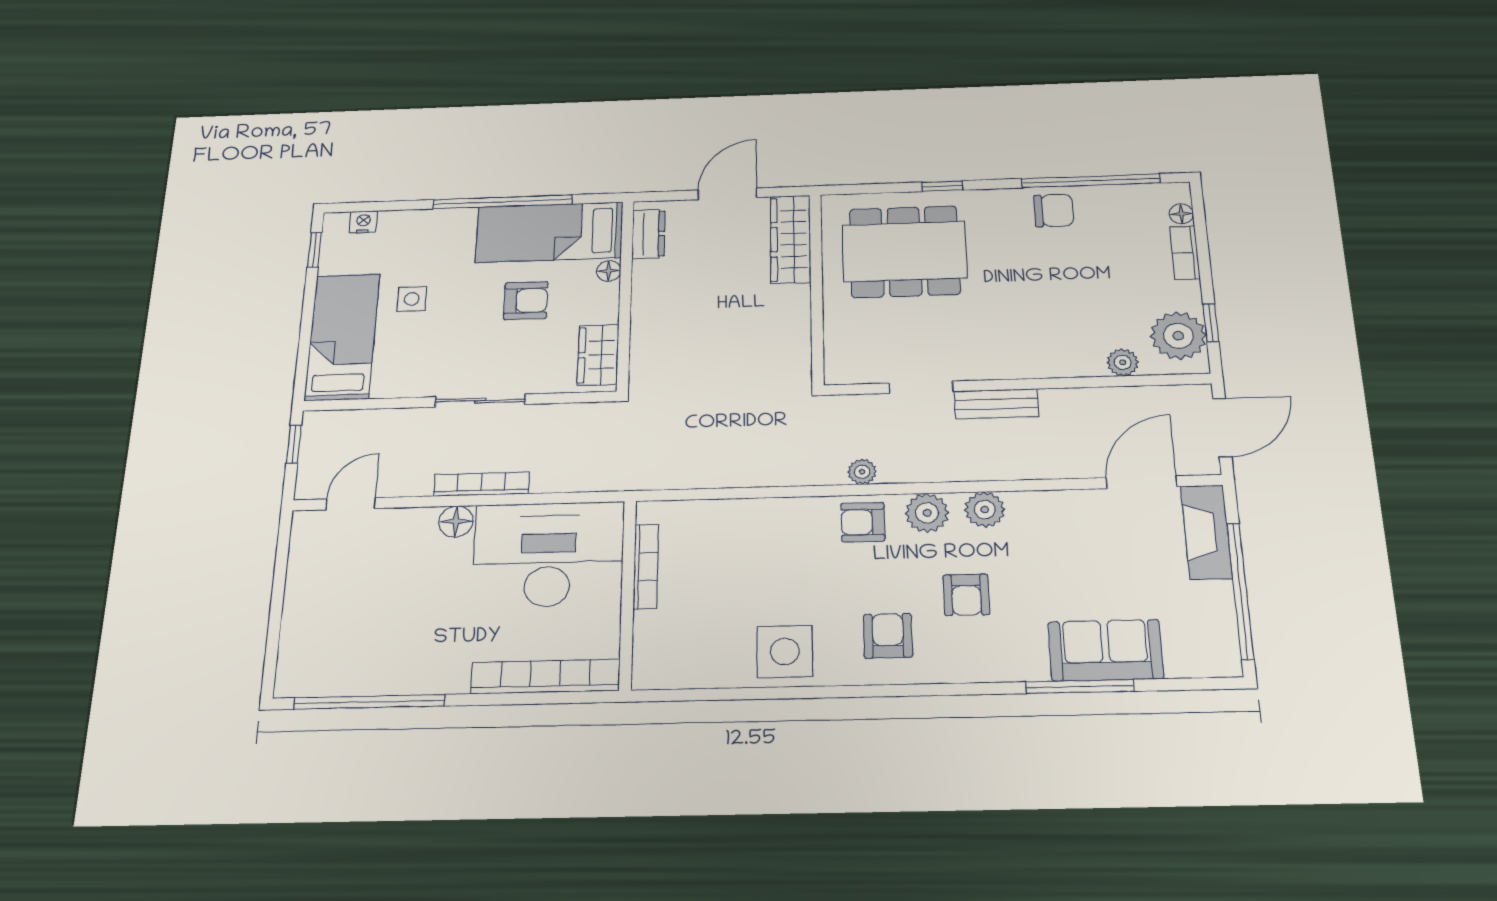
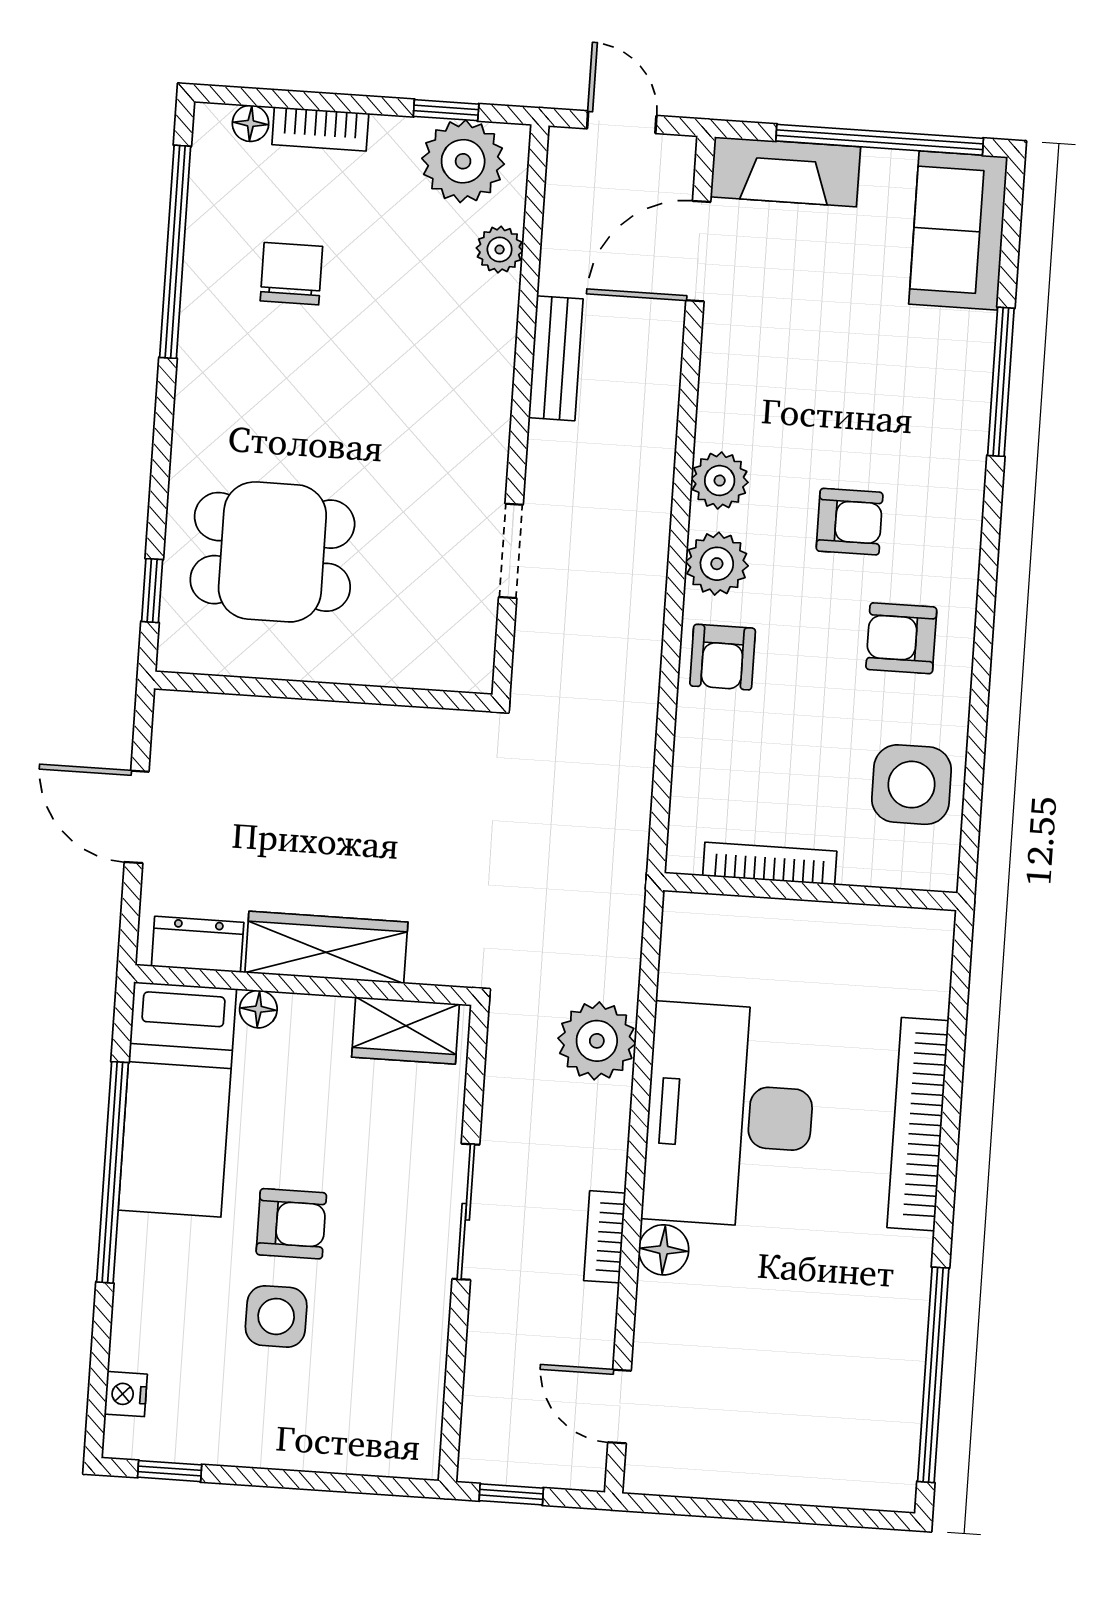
window: (942, 186) -> (152, 591), moved
chair: (1054, 211) -> (291, 274), moved
wardrobe: (791, 239) -> (326, 947), moved, turned 180
dining table: (904, 252) -> (272, 552), width x0.73
side table: (412, 299) -> (276, 1316), width x1.37, depth x1.37
armchair: (526, 301) -> (291, 1224), moved, turned 90
bed: (342, 337) -> (332, 1424), removed
bench: (996, 404) -> (556, 358), moved
door: (1222, 427) -> (622, 122), width x0.73
plant: (862, 472) -> (597, 1041), moved, width x1.87, depth x1.87
door: (1142, 482) -> (698, 251), hinge flipped
bookcase: (481, 484) -> (605, 1237), width x0.64
bookcase: (646, 566) -> (770, 864), moved
wall: (628, 594) -> (810, 892), moved
sofa: (1106, 650) -> (958, 230), moved

